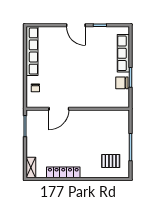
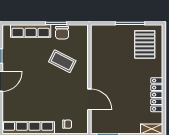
coffee table: (95, 83) -> (62, 61), added
pallet: (111, 161) -> (145, 44), width x1.50, depth x1.42

